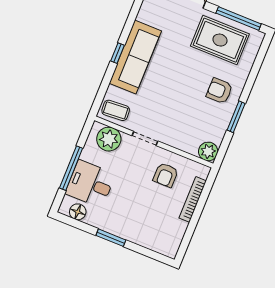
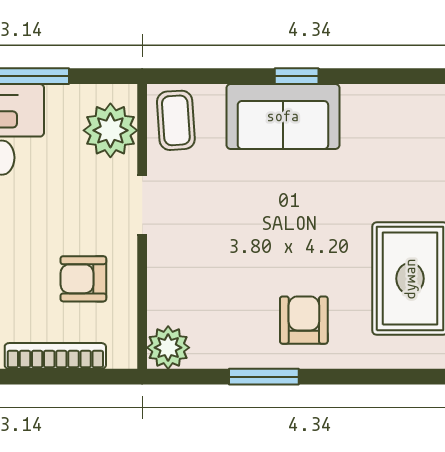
sofa: (135, 57) -> (283, 116), width x0.73

